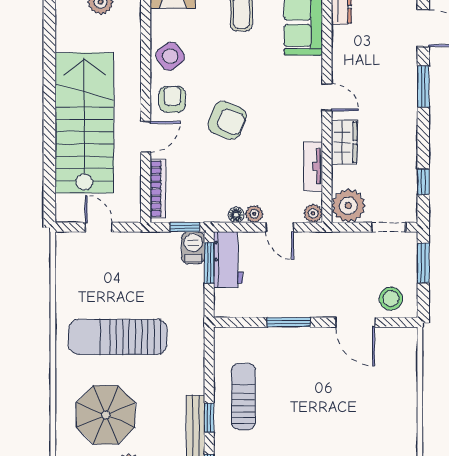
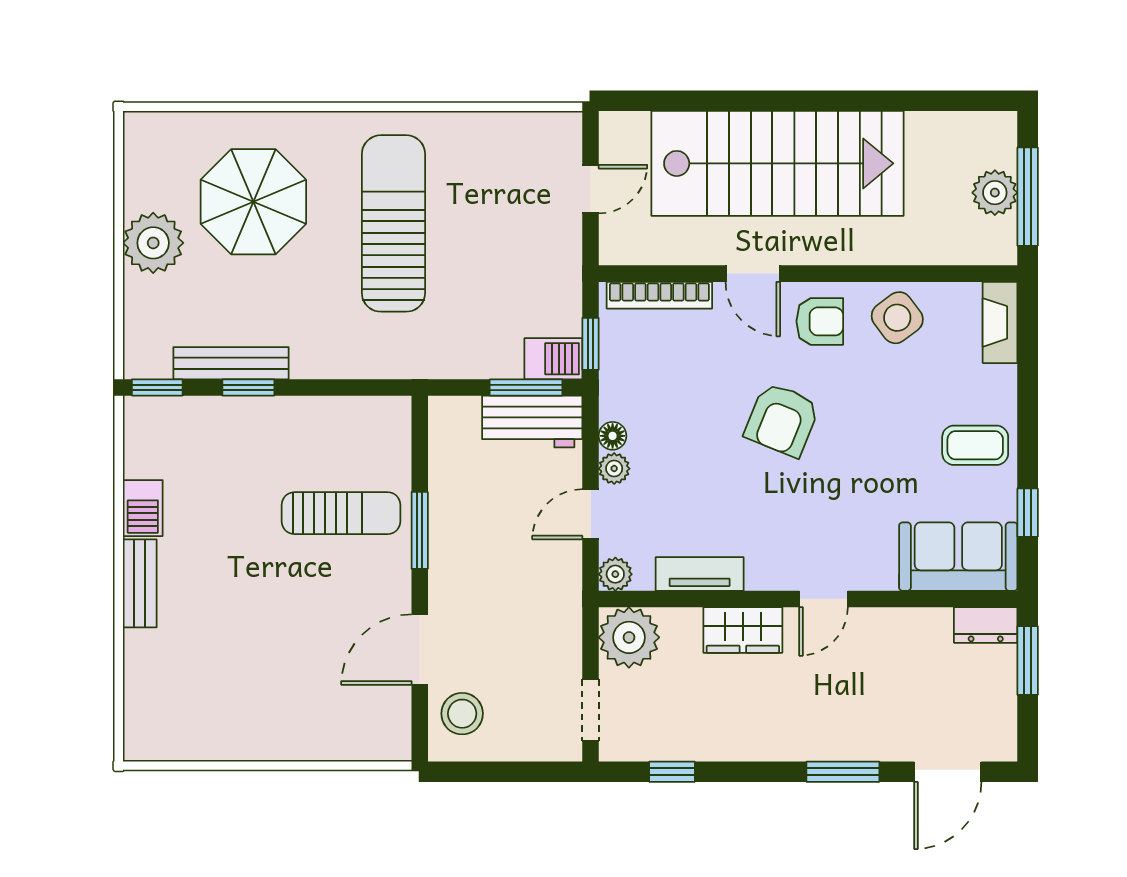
window: (423, 263) -> (526, 772), removed
sun lounger: (243, 396) -> (341, 513), moved

